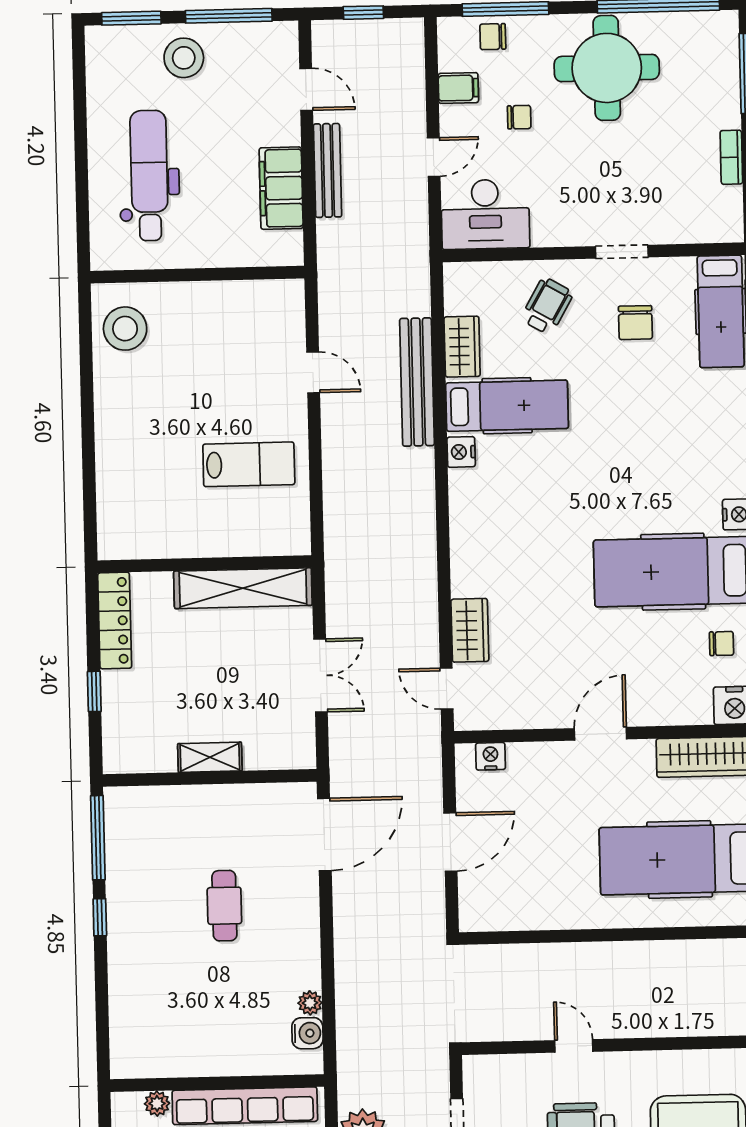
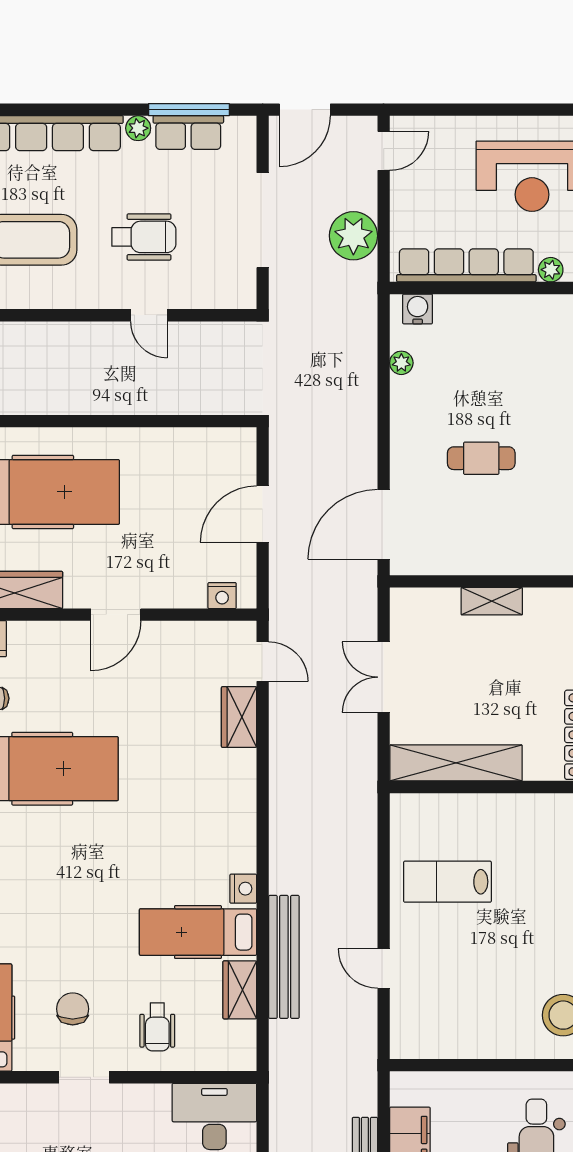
wheelchair: (547, 306) -> (157, 1027), turned -30
cafe table: (224, 906) -> (481, 458), turned 90
water cooler: (307, 1033) -> (418, 309), moved, turned 90

